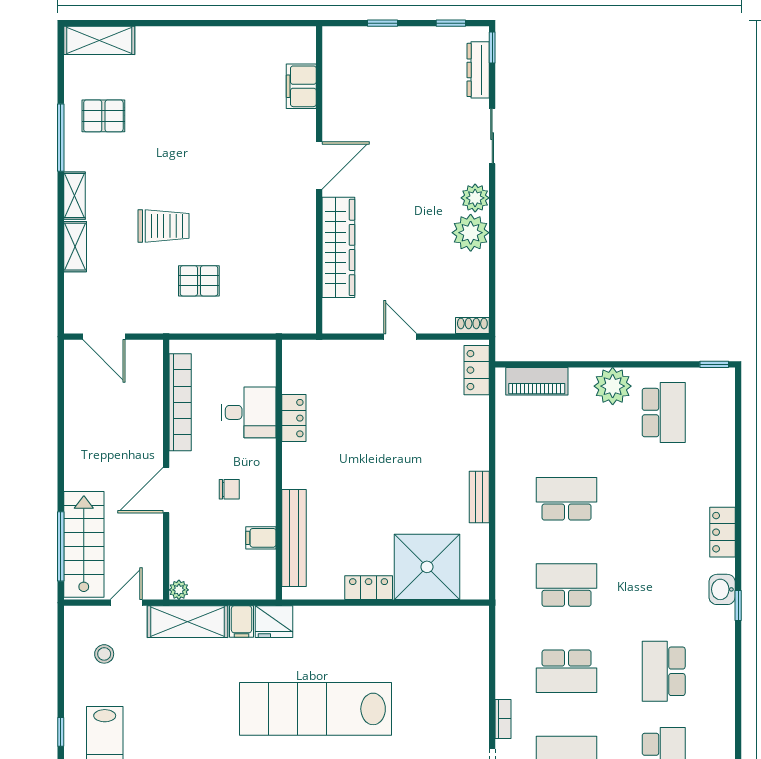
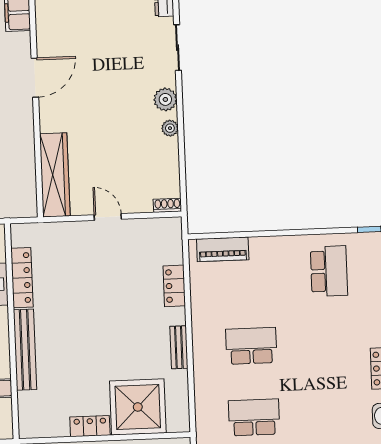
plant: (471, 233) -> (170, 128), width x0.53, depth x0.53
wardrobe: (338, 247) -> (55, 175), moved
locker: (477, 370) -> (174, 286), moved
plant: (613, 386) -> (286, 251), removed
locker: (294, 418) -> (22, 278), width x1.53
bench: (294, 538) -> (25, 350), moved

